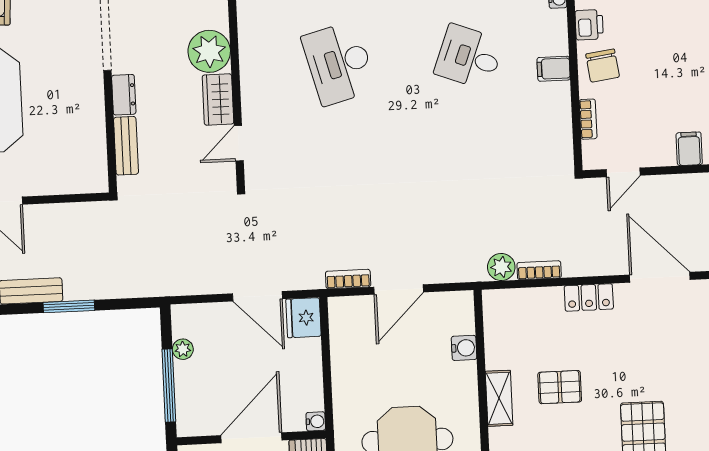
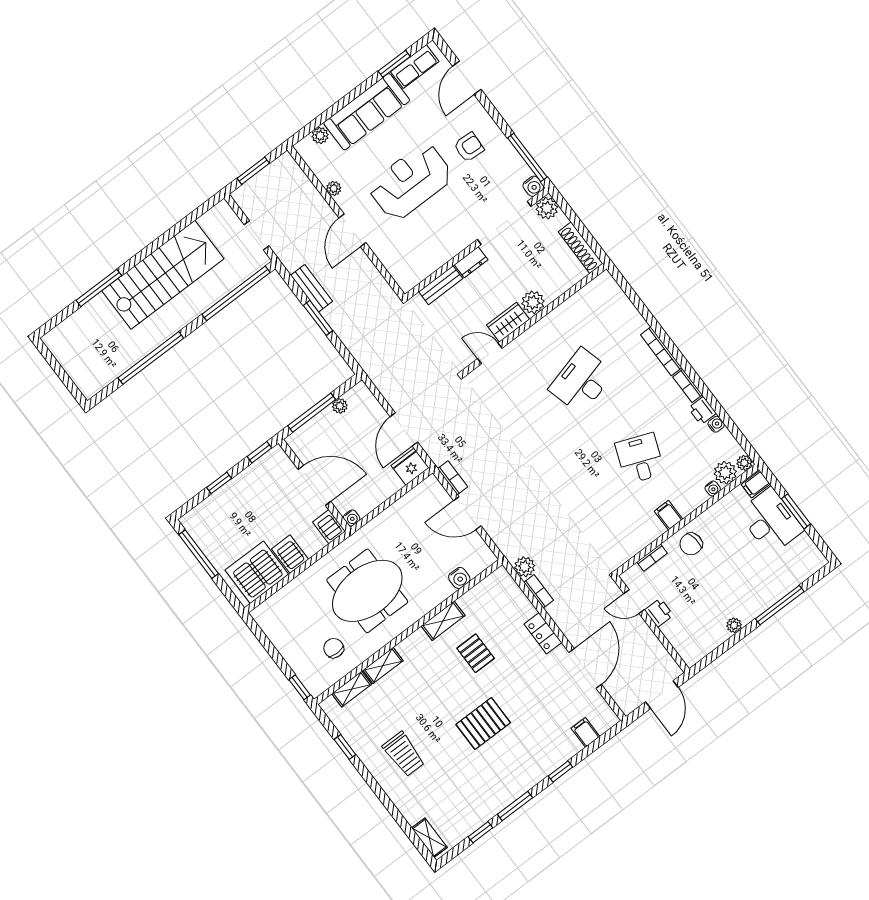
printer: (589, 25) -> (659, 613), moved, turned -90
plant: (209, 51) -> (533, 302), width x0.73, depth x0.73
filing cabinet: (689, 149) -> (677, 632), removed

